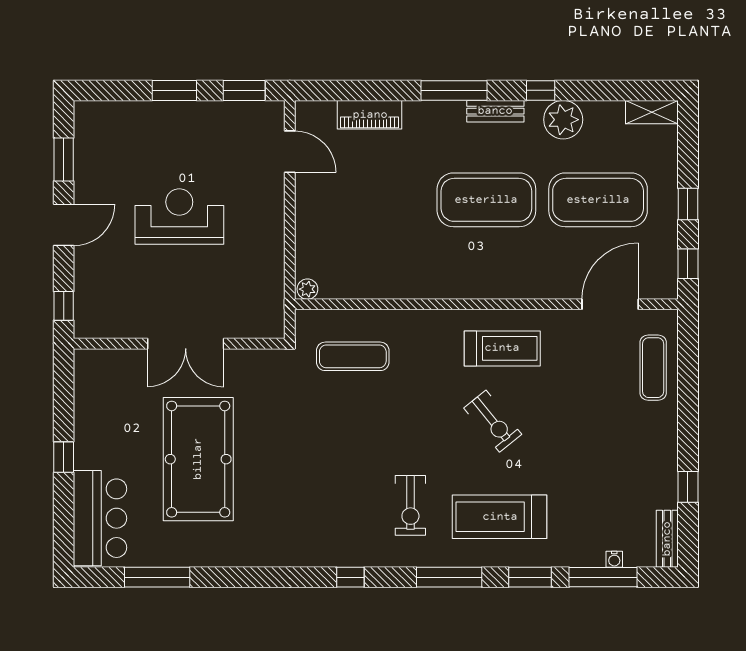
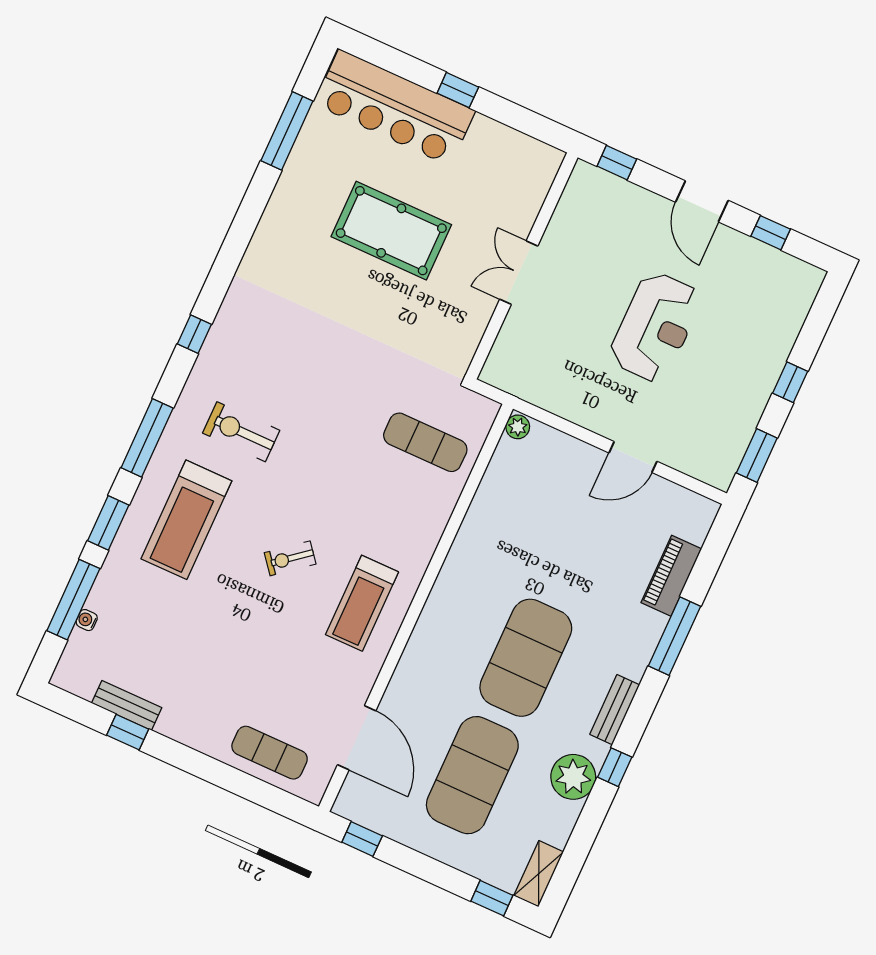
window: (174, 90) -> (790, 382), width x0.67
window: (454, 90) -> (674, 636), moved
door: (290, 152) -> (633, 457), moved
window: (64, 159) -> (771, 233), width x0.67
window: (688, 204) -> (492, 898), moved
double door: (186, 344) -> (519, 273), width x0.73
exercise mat: (353, 356) -> (425, 442), turned 90
exercise bike: (493, 421) -> (290, 558), width x0.73, depth x0.72
pool table: (198, 459) -> (391, 231), width x0.73, depth x0.76
treadmill: (500, 517) -> (186, 520), turned 180
bar counter: (100, 518) -> (395, 107), width x1.36
bench: (667, 539) -> (127, 705), moved

